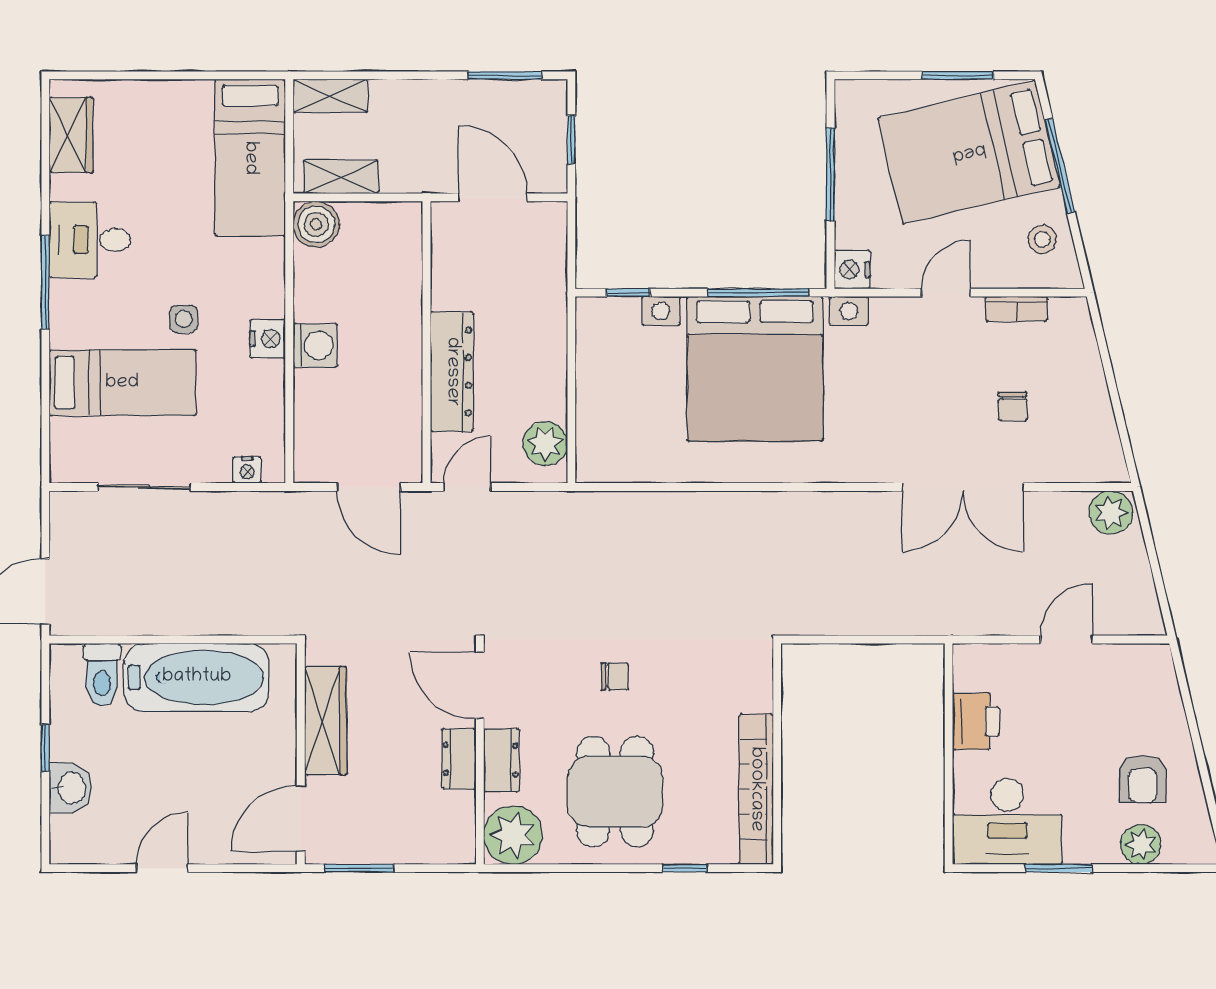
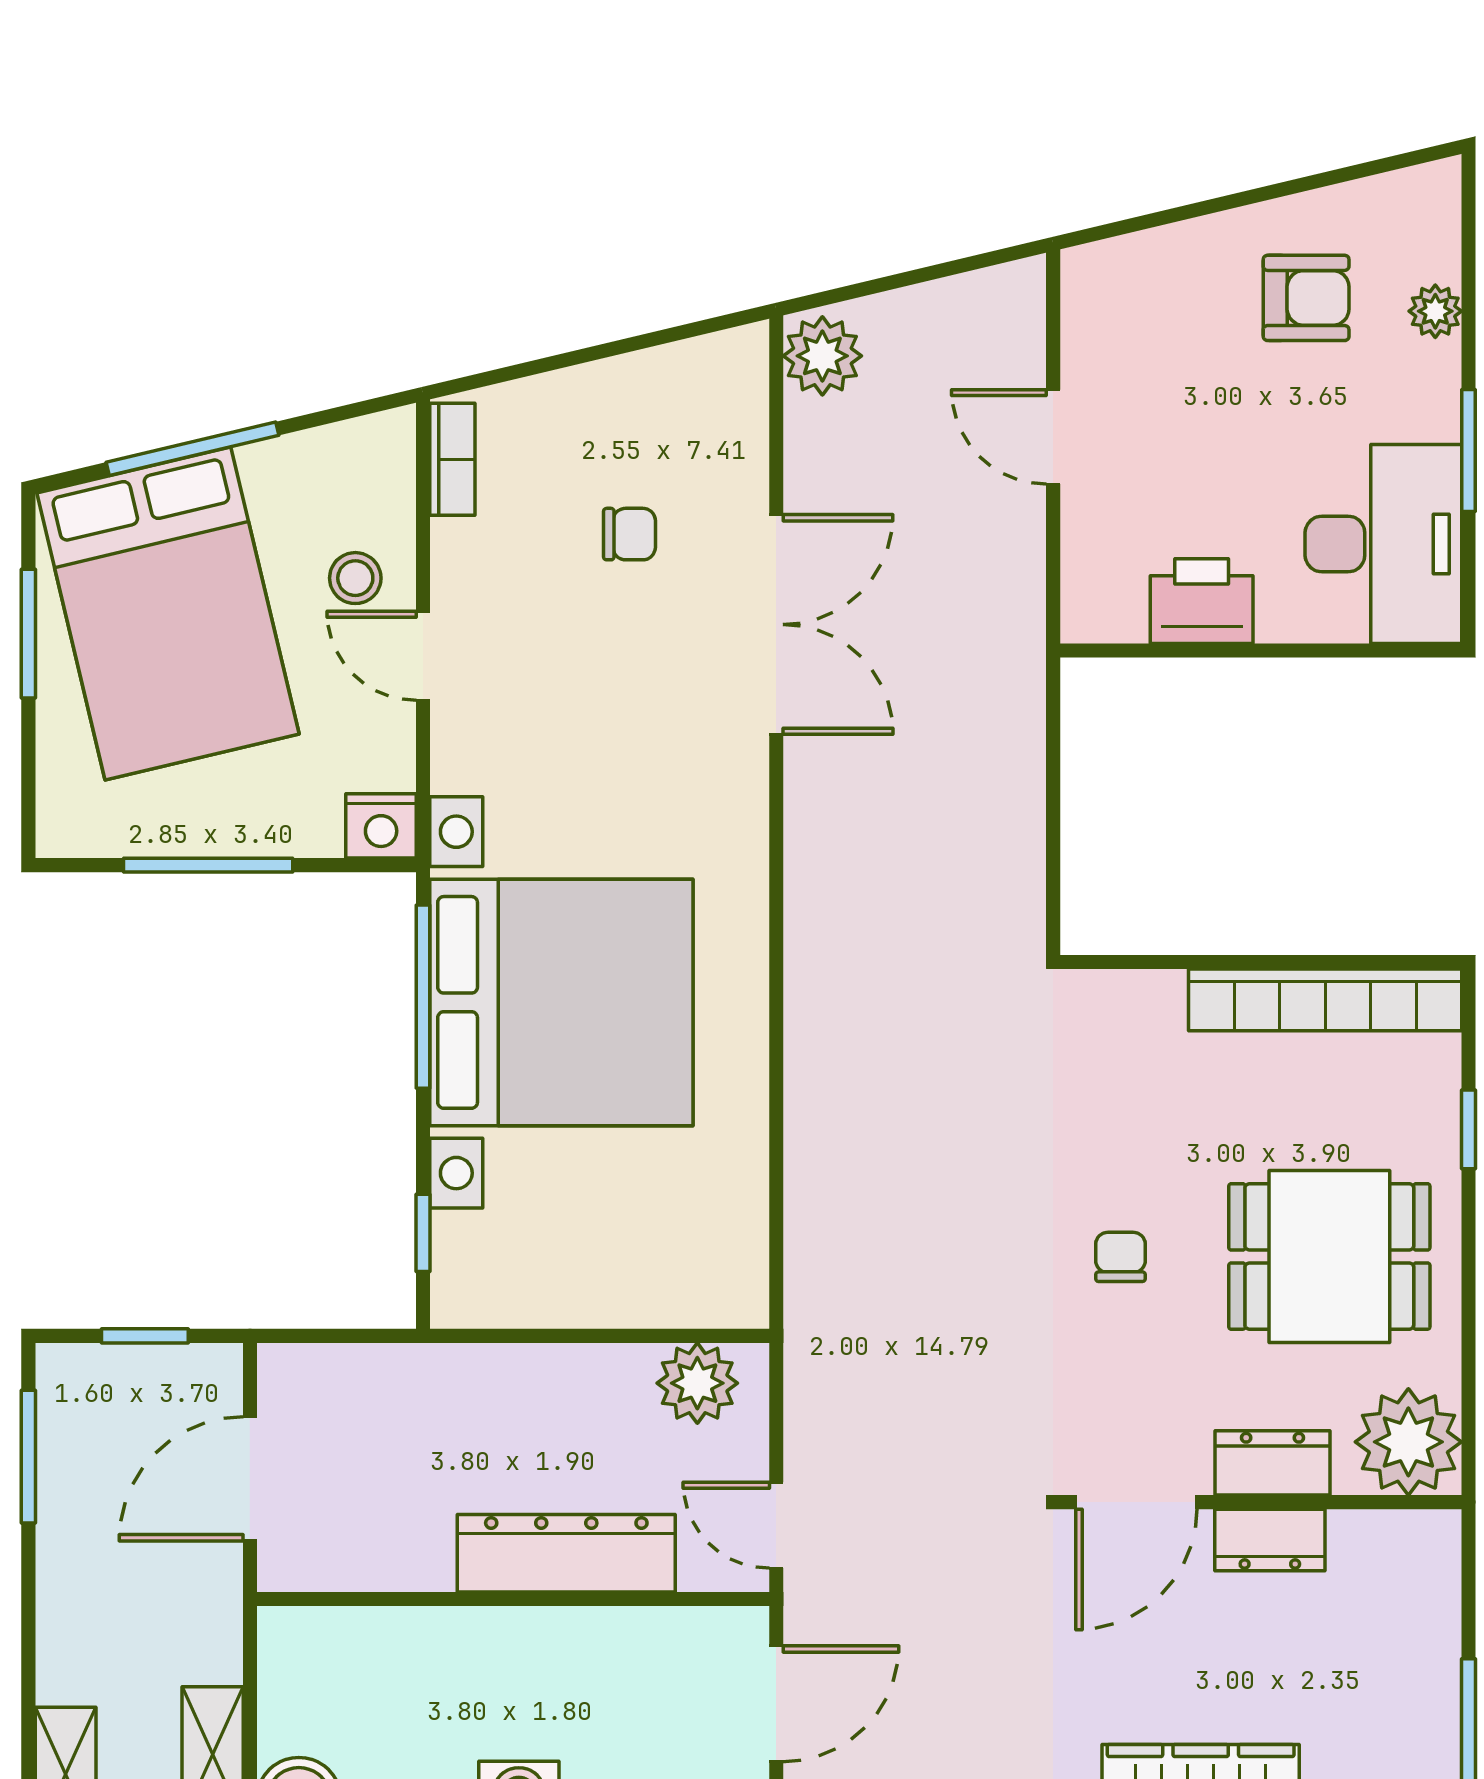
stool: (1042, 239) -> (355, 578), moved
bookcase: (1016, 309) -> (452, 459), moved
plant: (1141, 844) -> (1435, 311), width x0.73, depth x0.73

